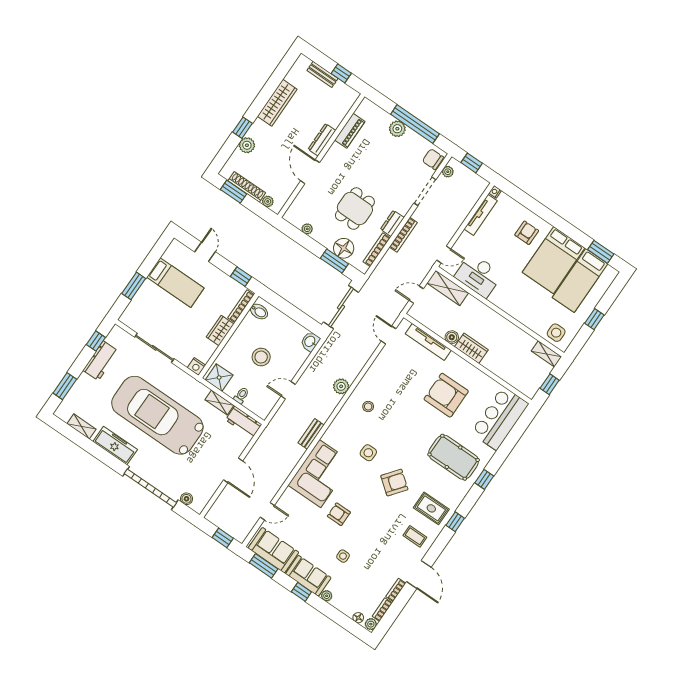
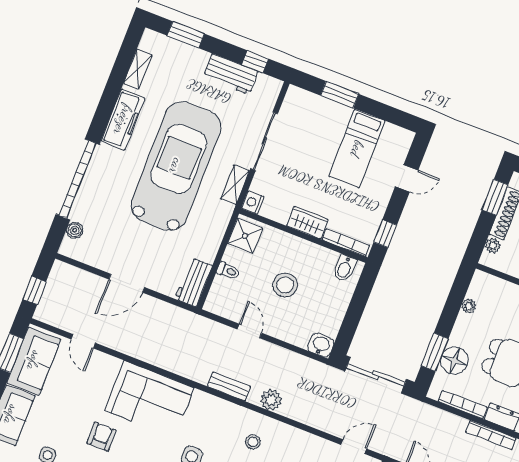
shelving: (219, 403) -> (235, 185), moved
bench: (311, 434) -> (229, 387), moved

